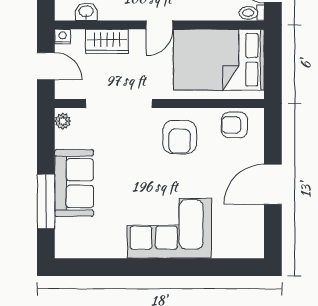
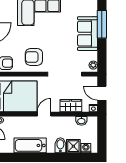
armchair: (180, 137) -> (34, 57), turned -90

